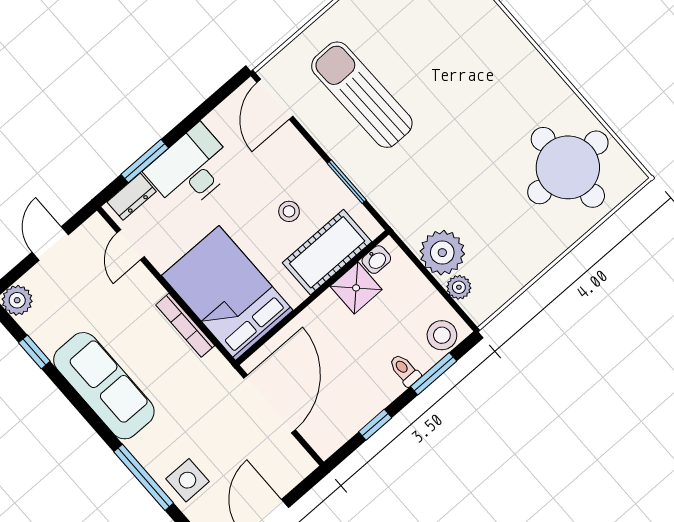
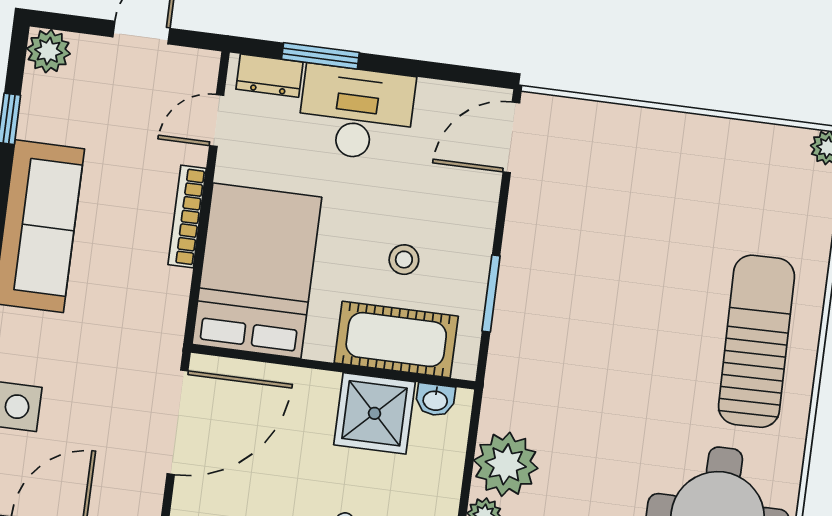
sun lounger: (362, 95) -> (756, 341), moved
shower: (356, 288) -> (375, 413), width x1.36, depth x1.36
bookcase: (185, 325) -> (187, 217), moved

